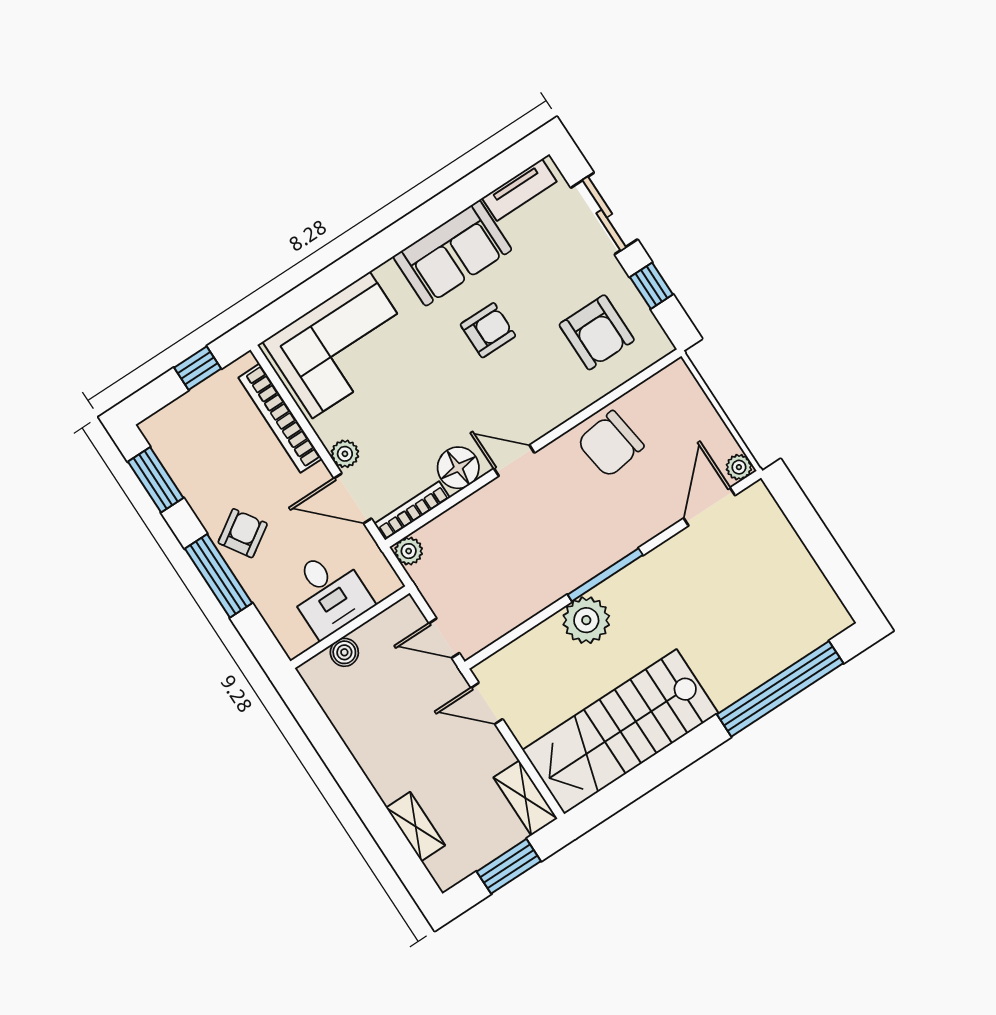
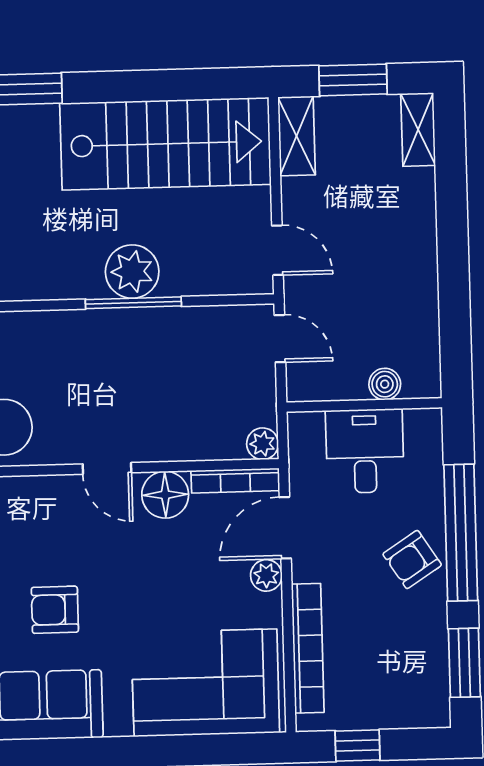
door: (353, 498) -> (285, 528), swing flipped
window: (605, 575) -> (133, 303), moved
window: (219, 576) -> (461, 533), width x1.46
shelving: (416, 827) -> (418, 130), moved

